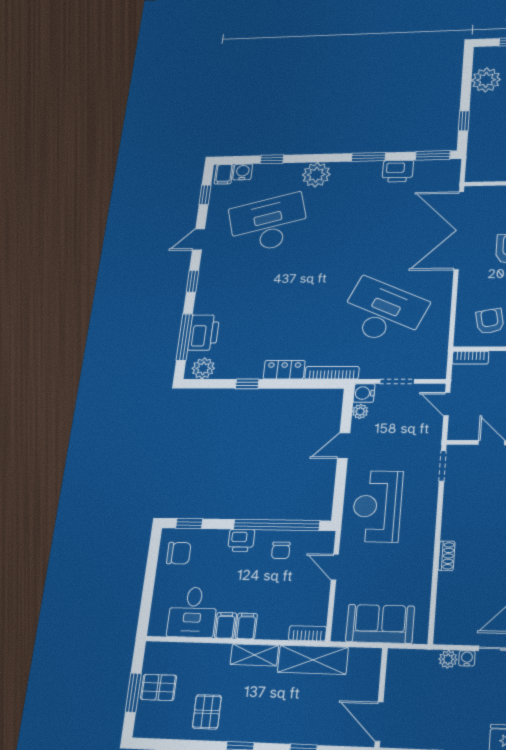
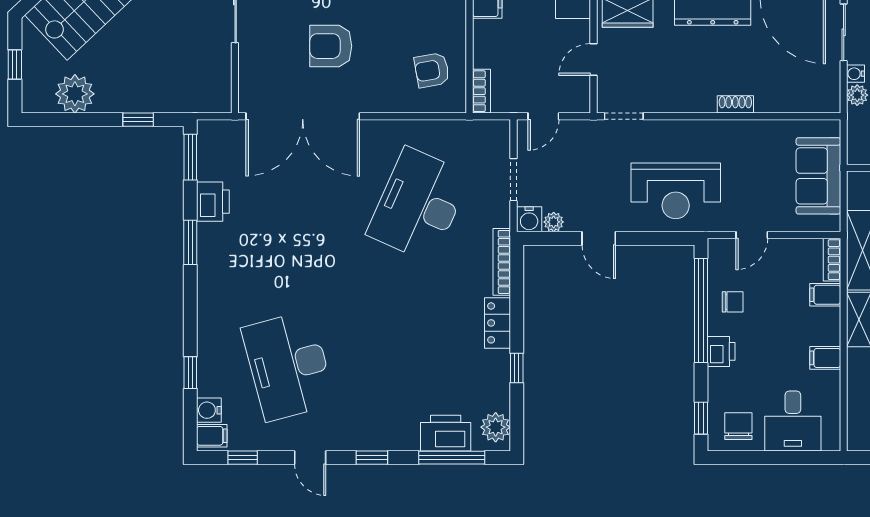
plant: (316, 175) -> (216, 310), removed
desk: (193, 612) -> (793, 421), moved, turned 90
filing cabinet: (246, 626) -> (825, 295), moved

